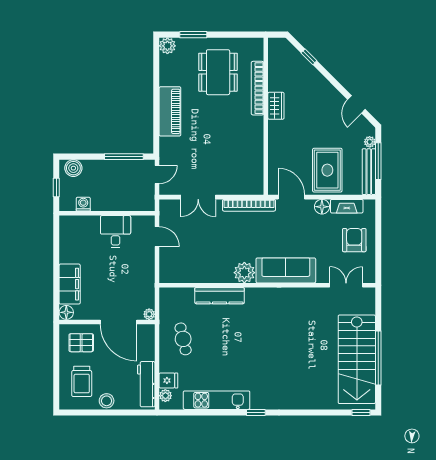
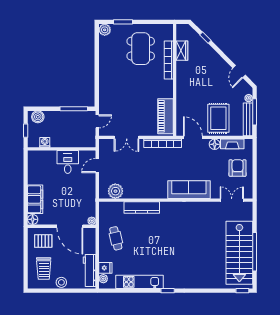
wardrobe: (276, 106) -> (182, 51), moved
piano: (170, 111) -> (165, 116), moved, turned 180
door: (157, 237) -> (97, 166), swing flipped
plant: (244, 273) -> (115, 191), moved

